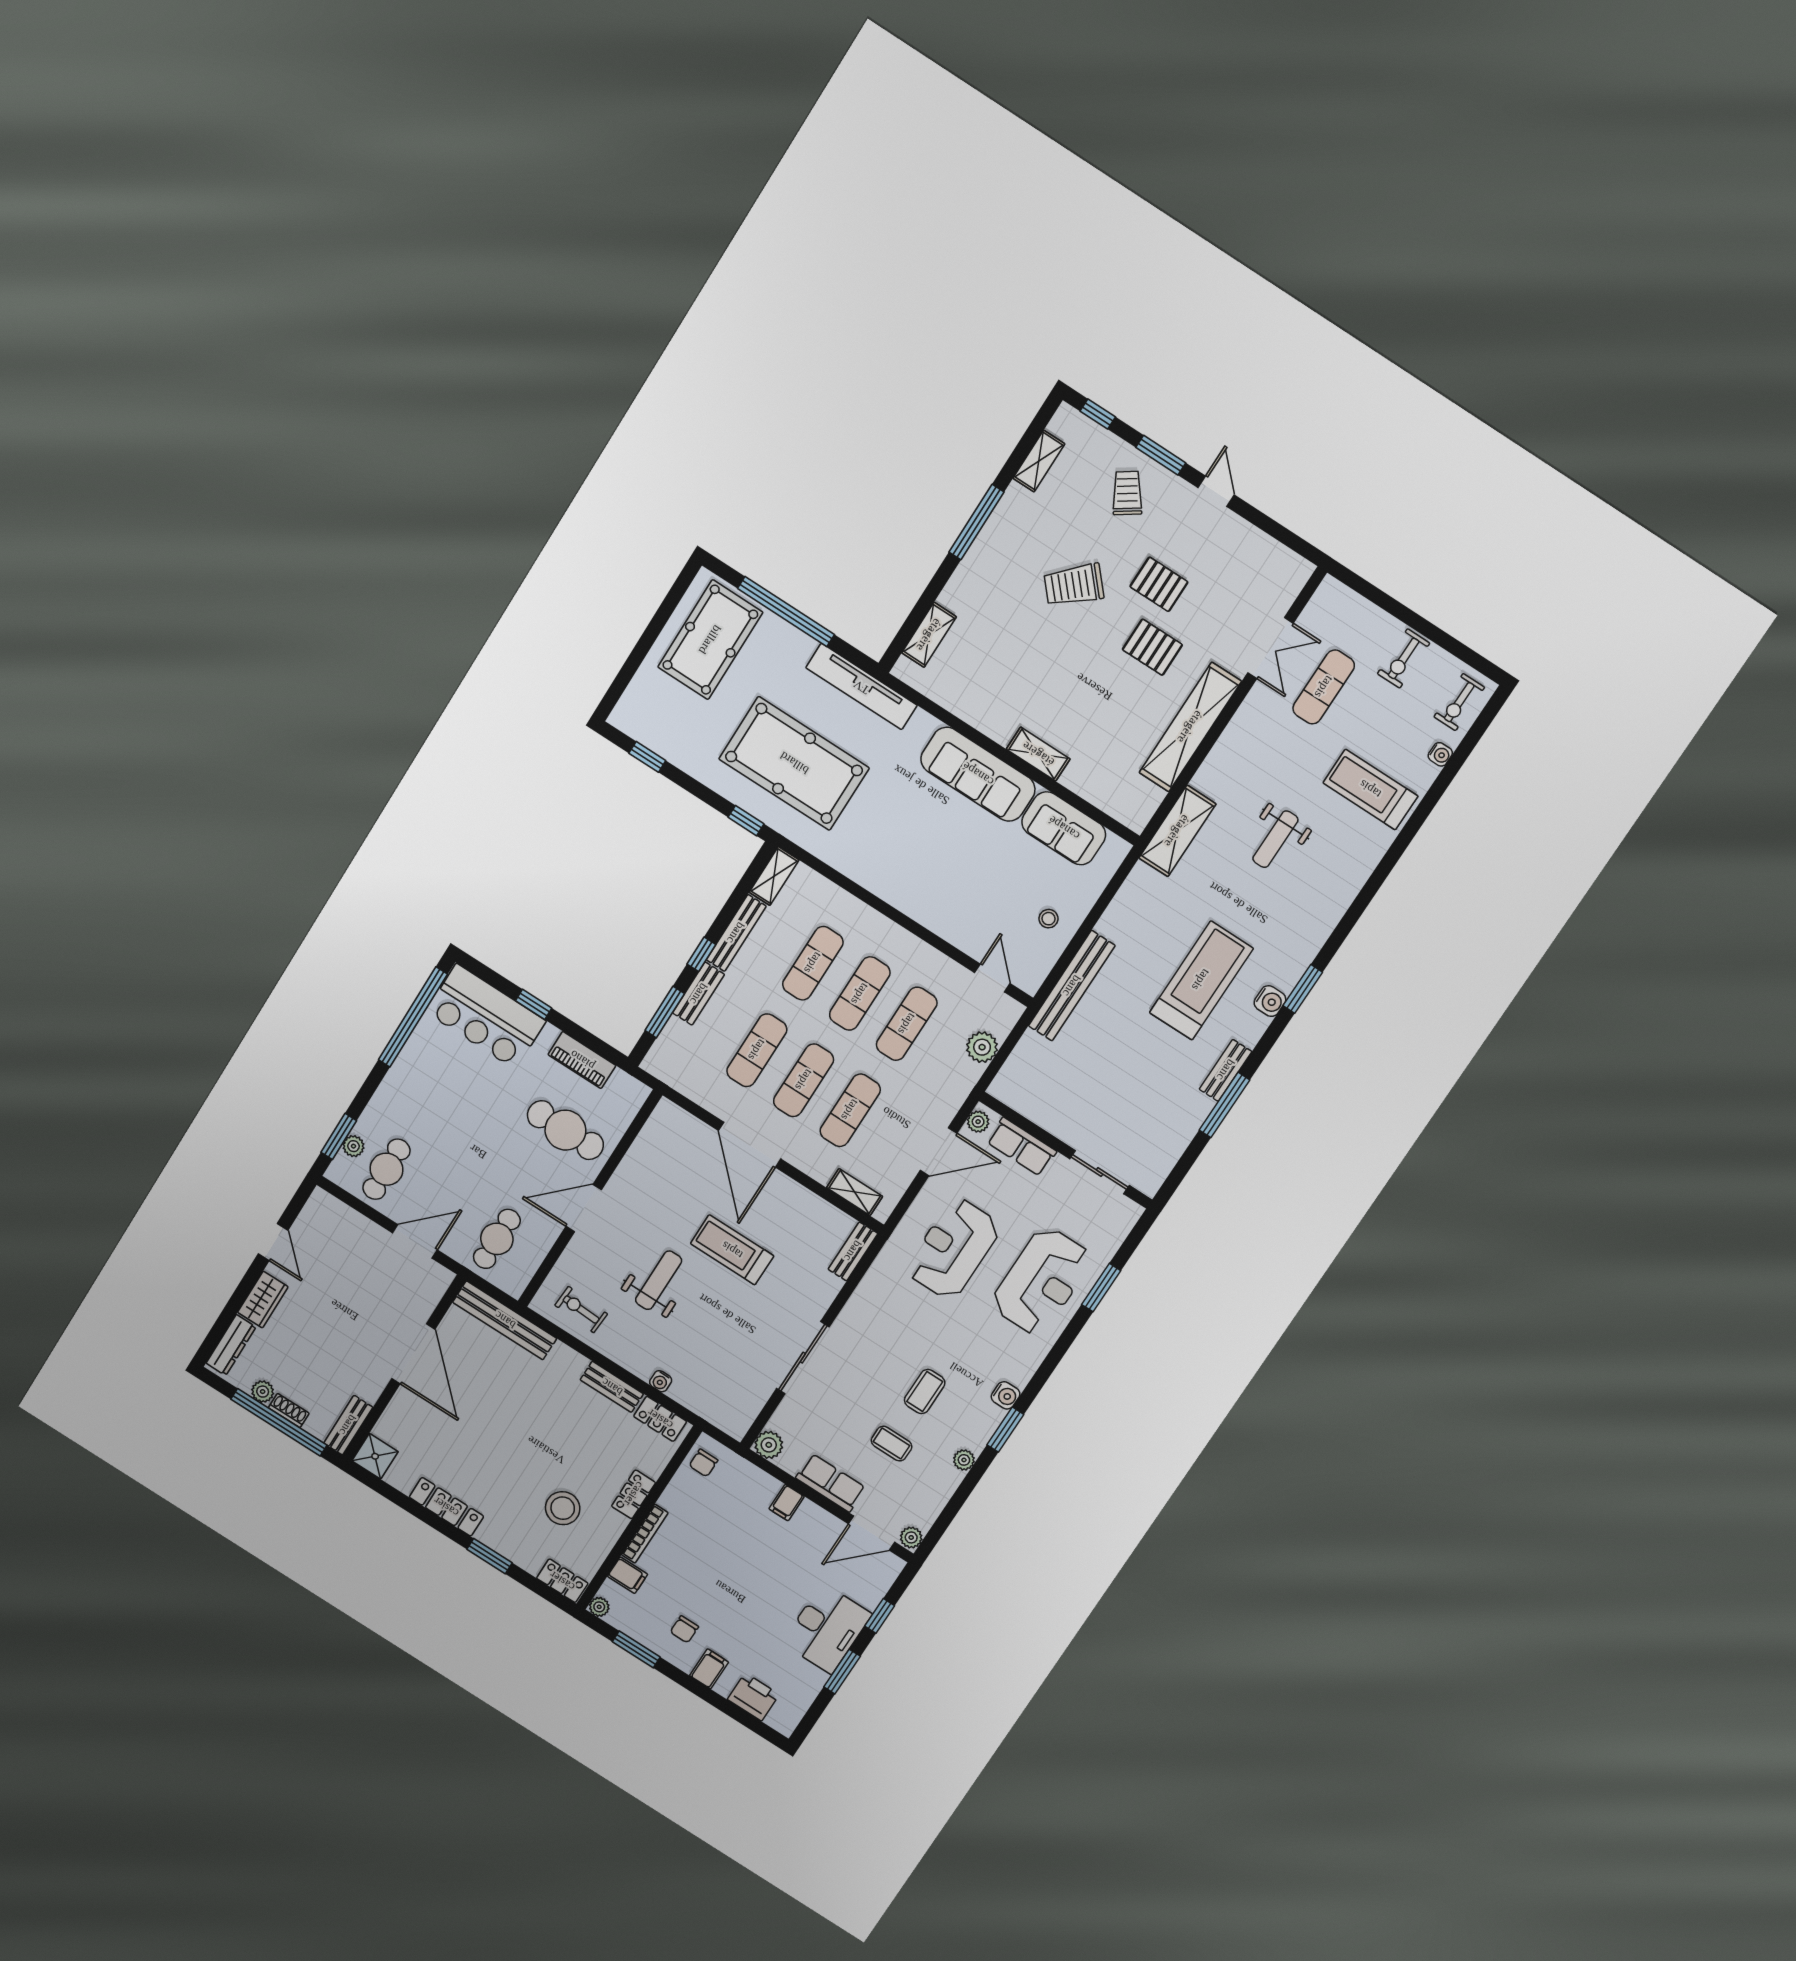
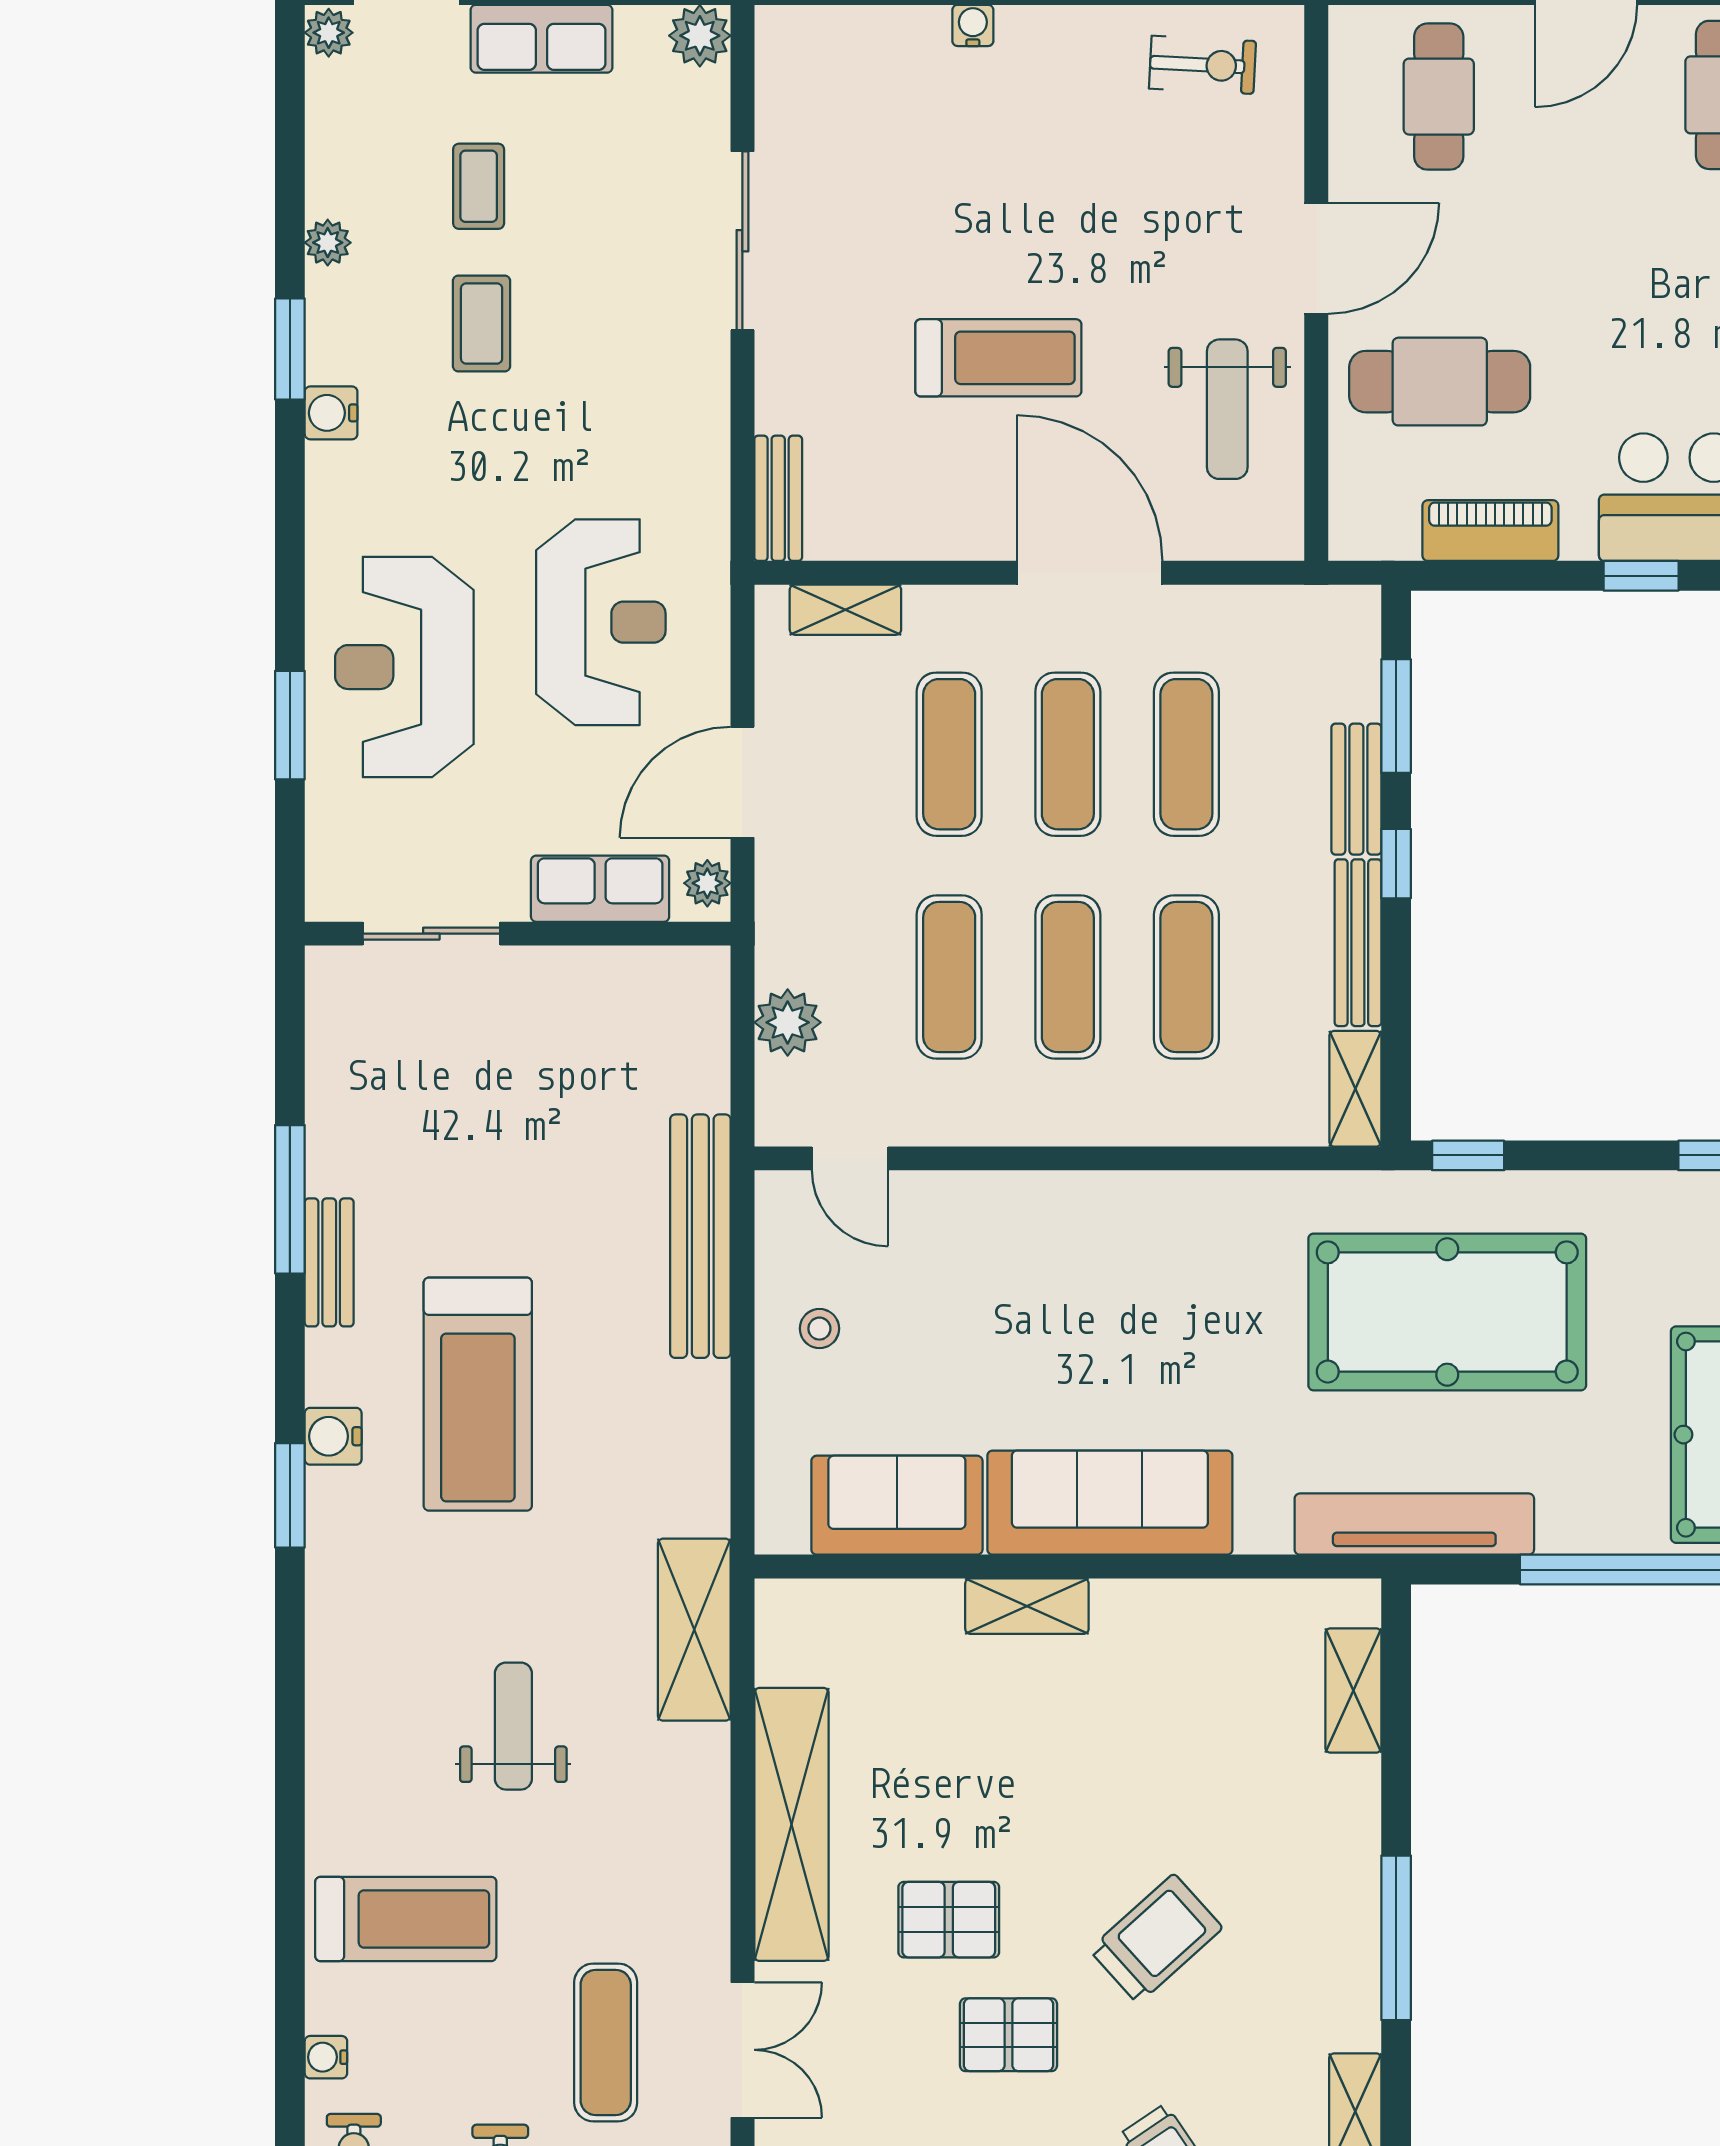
double door: (1270, 648) -> (742, 2050), swing flipped
weight bench: (659, 1280) -> (1227, 409), moved
coffee table: (892, 1444) -> (479, 186), turned 90

